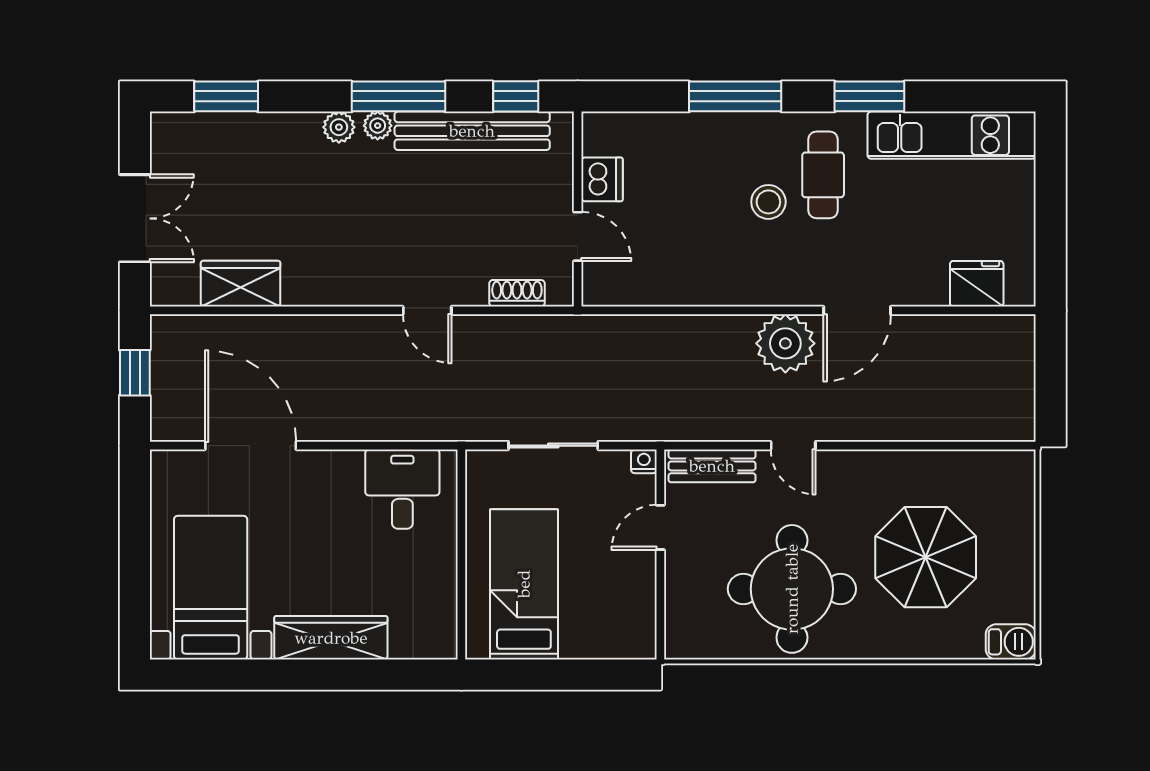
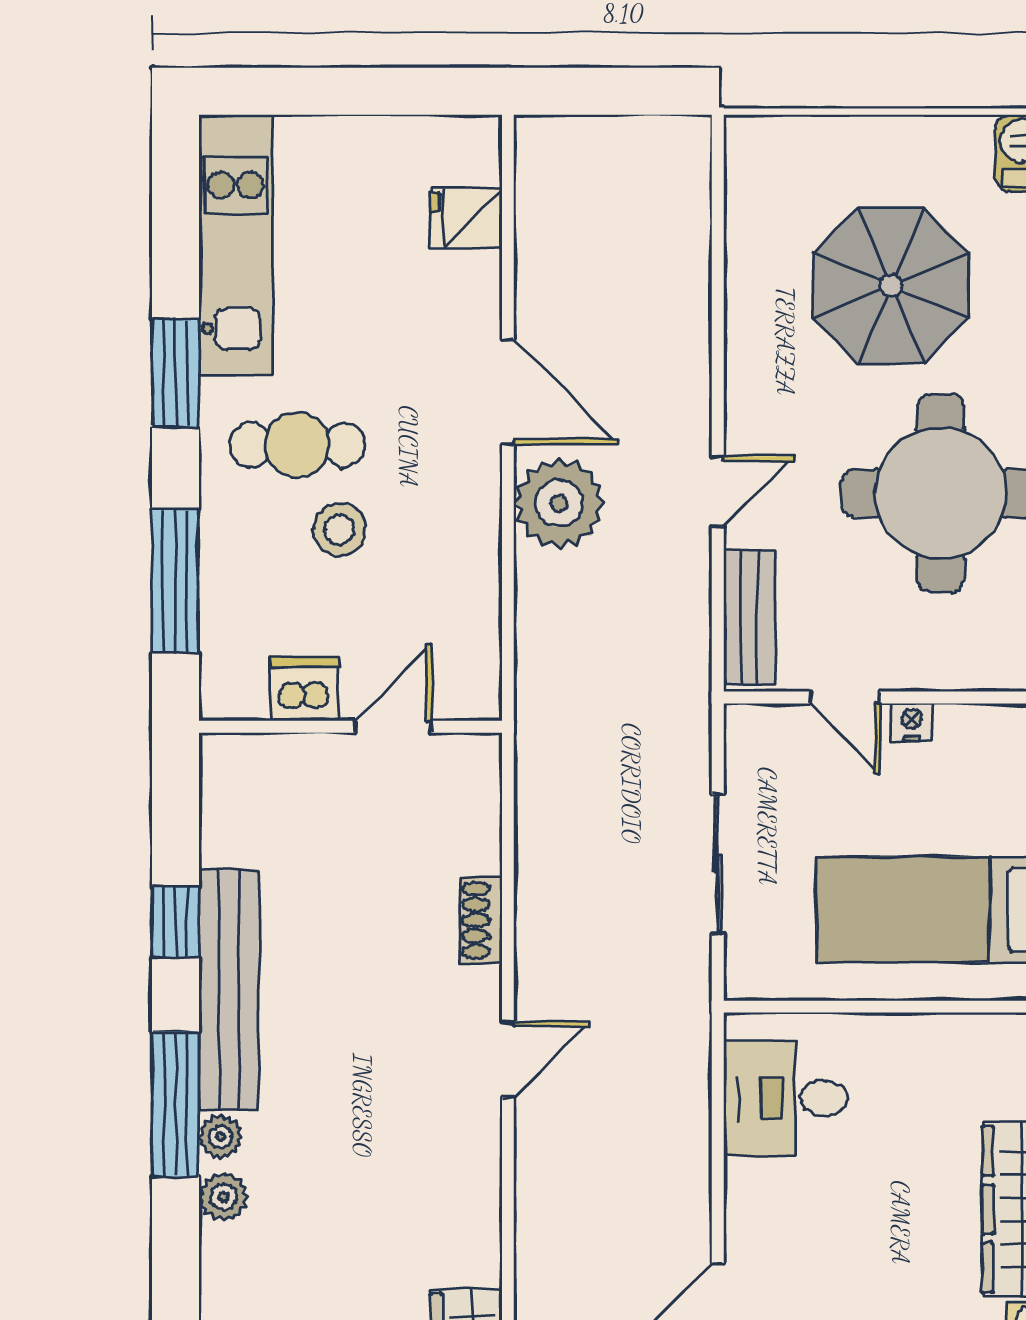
dishwasher: (602, 179) -> (304, 689), moved
wall: (578, 209) -> (350, 727), moved
door: (578, 236) -> (393, 727), moved
fridge: (977, 284) -> (466, 218), width x0.72
nightstand: (644, 461) -> (912, 722), moved, turned 90

